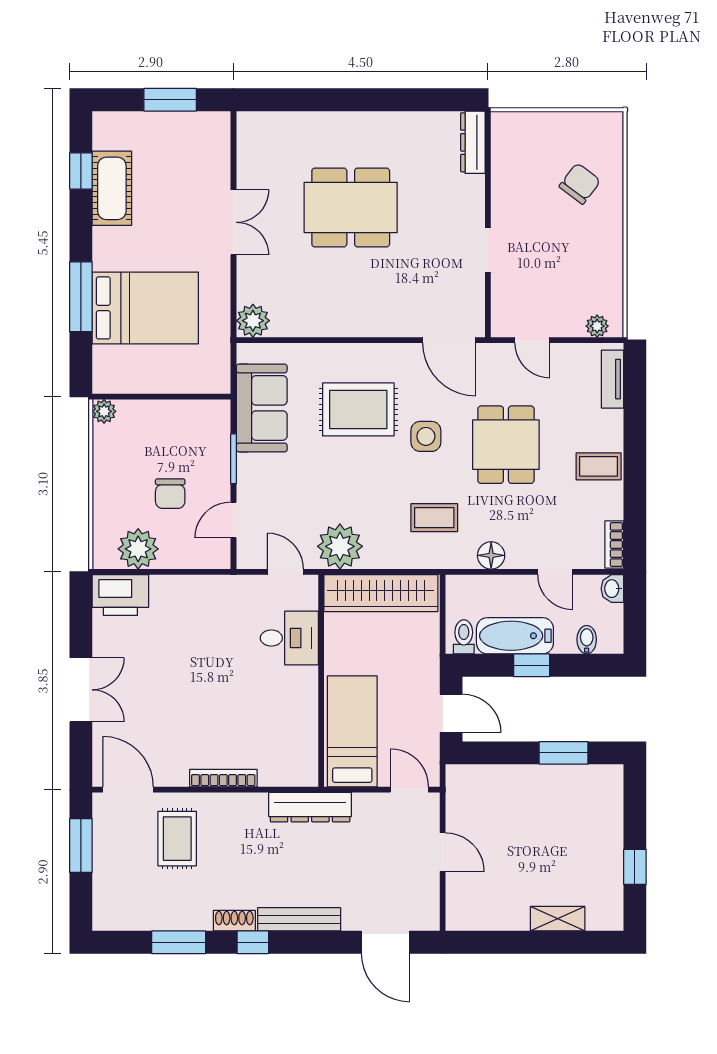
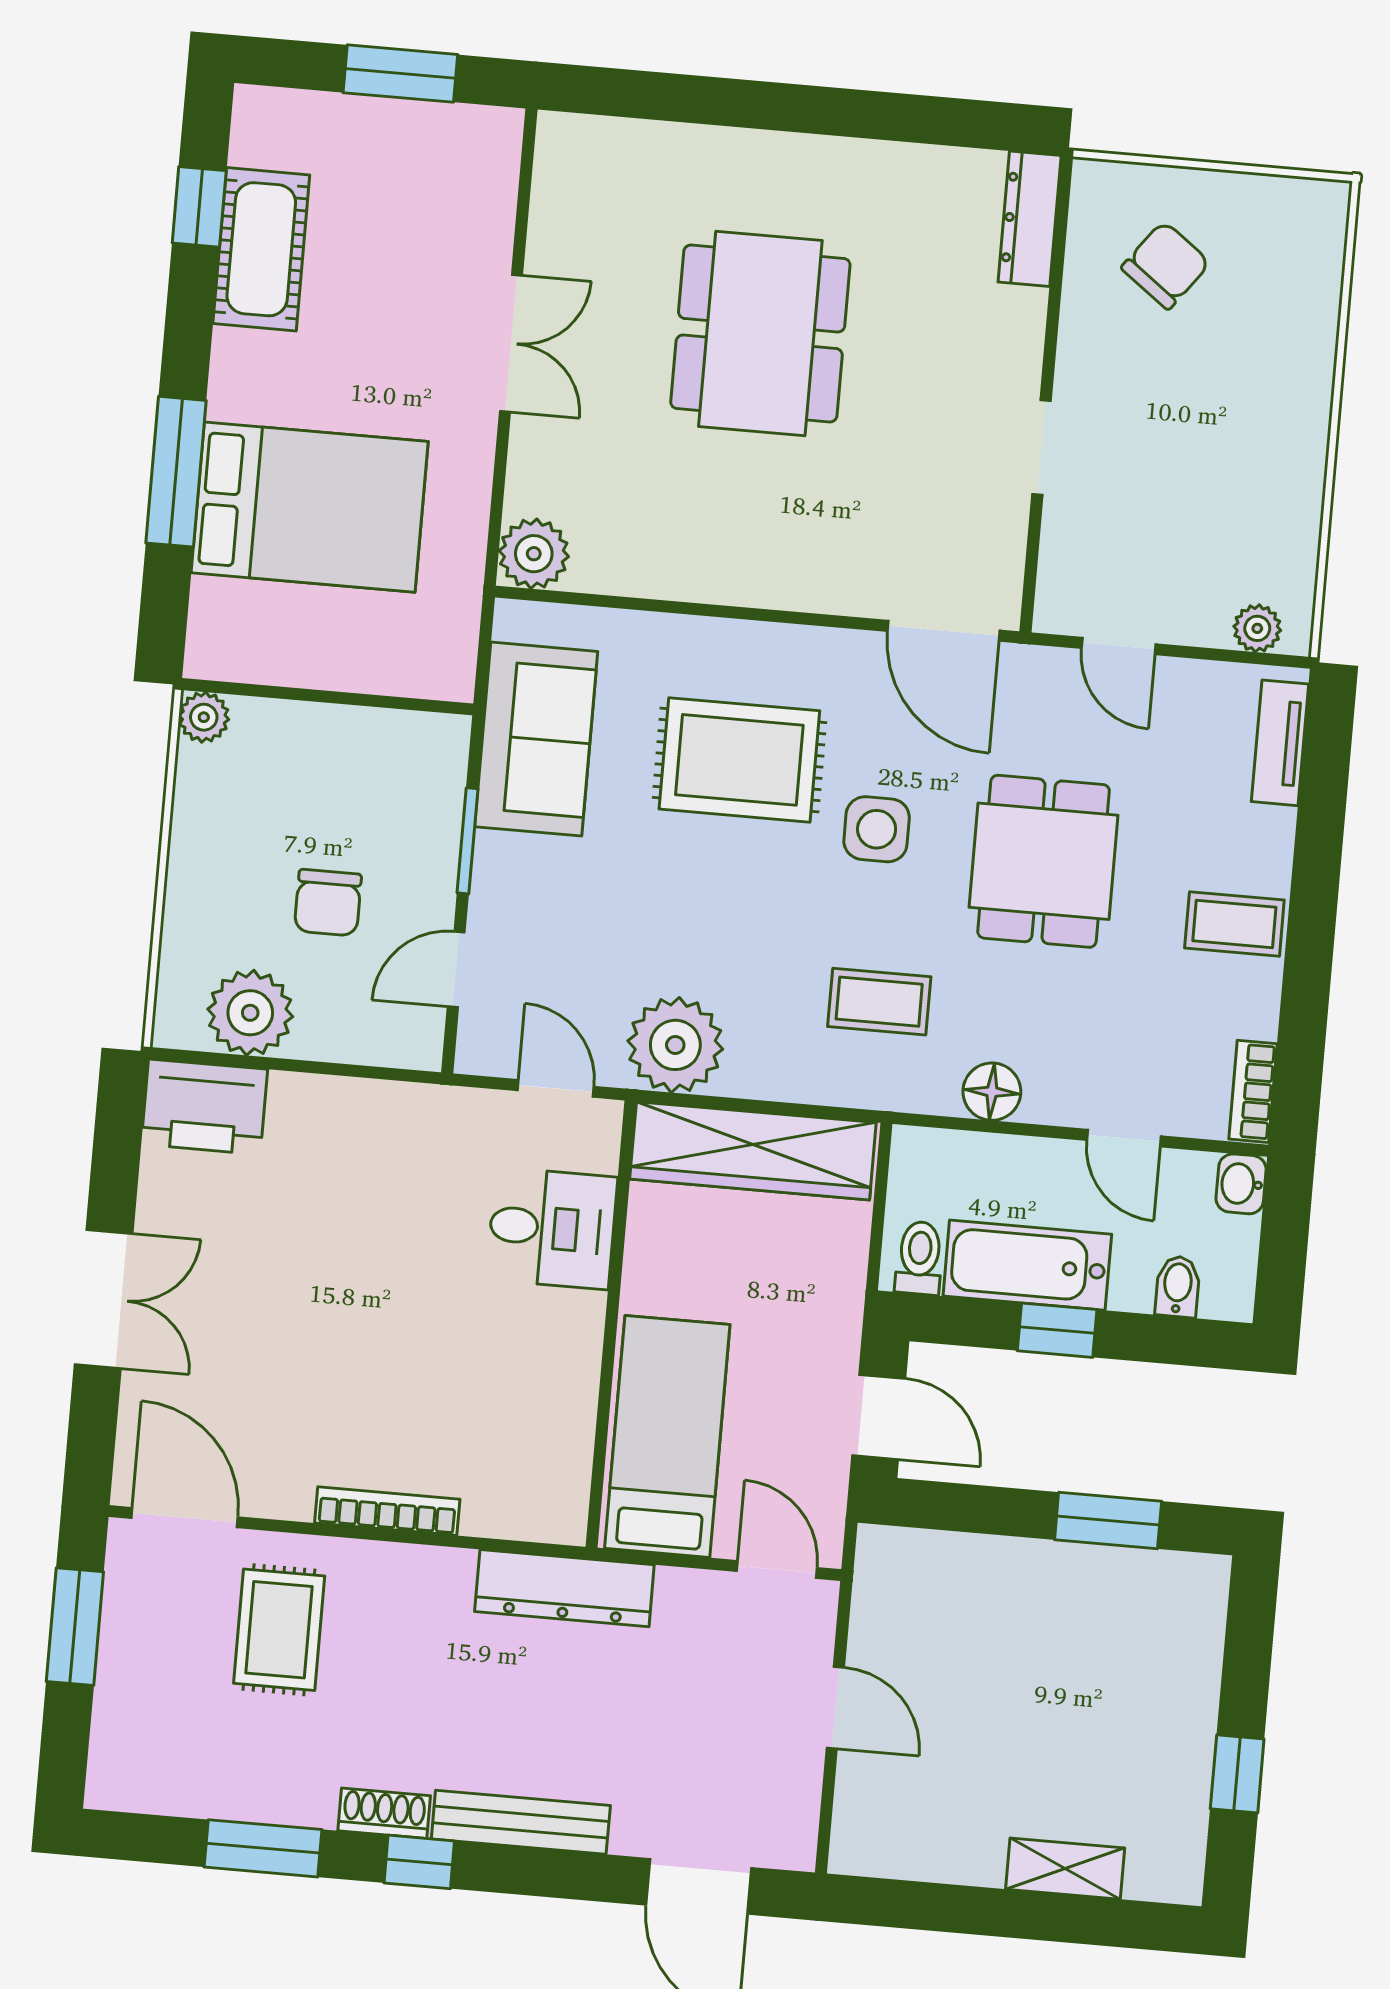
chair: (580, 184) -> (1166, 265), moved
dining table: (351, 208) -> (760, 334), turned 90

